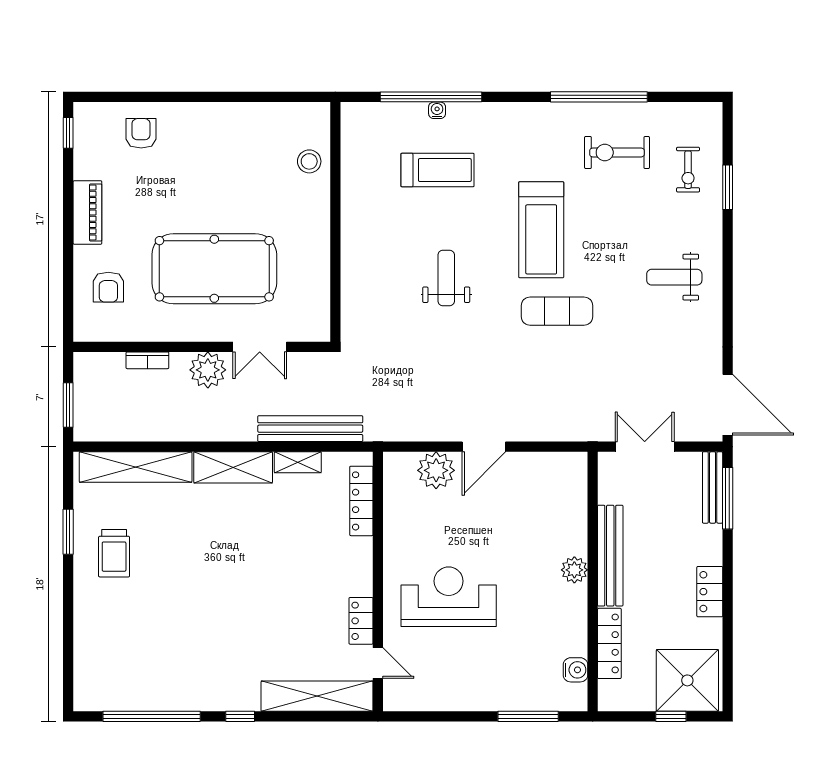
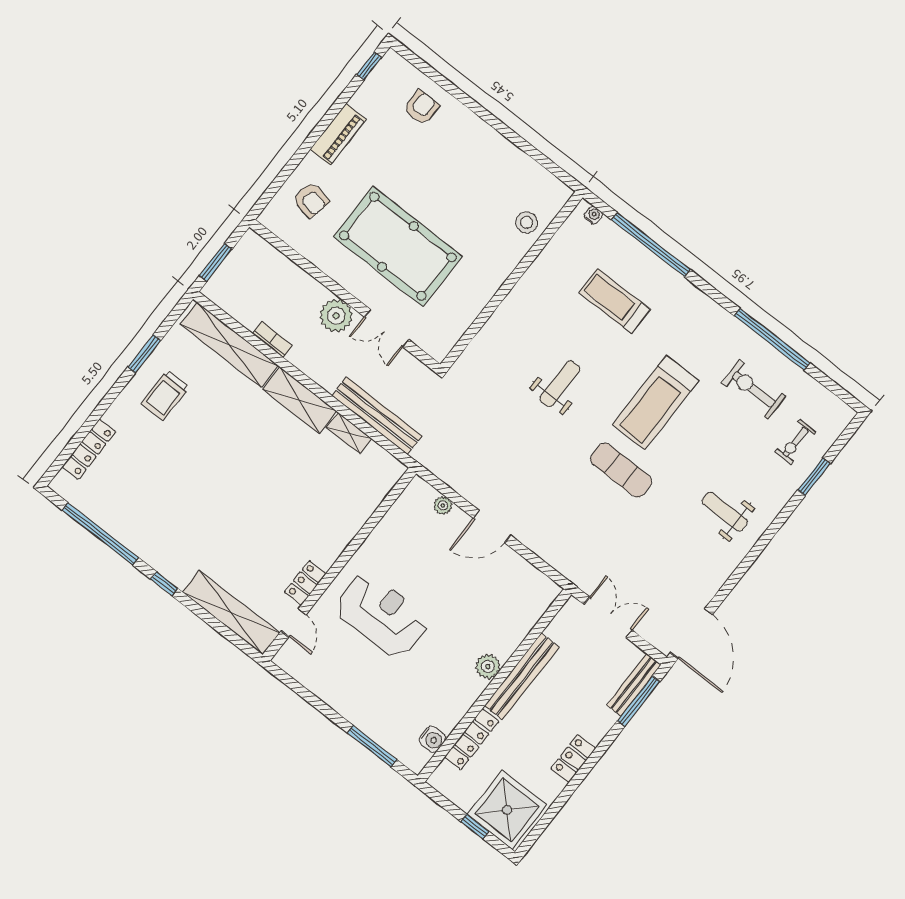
water cooler: (437, 110) -> (593, 215), moved
treadmill: (438, 170) -> (614, 301), turned 180
armchair: (108, 287) -> (311, 200), turned -78
bookcase: (147, 360) -> (273, 340), moved, turned 180
plant: (436, 470) -> (443, 506), width x0.53, depth x0.53
locker: (361, 501) -> (89, 449), moved, turned 180

